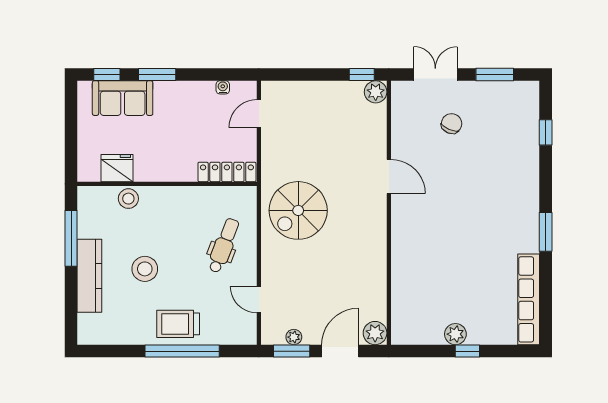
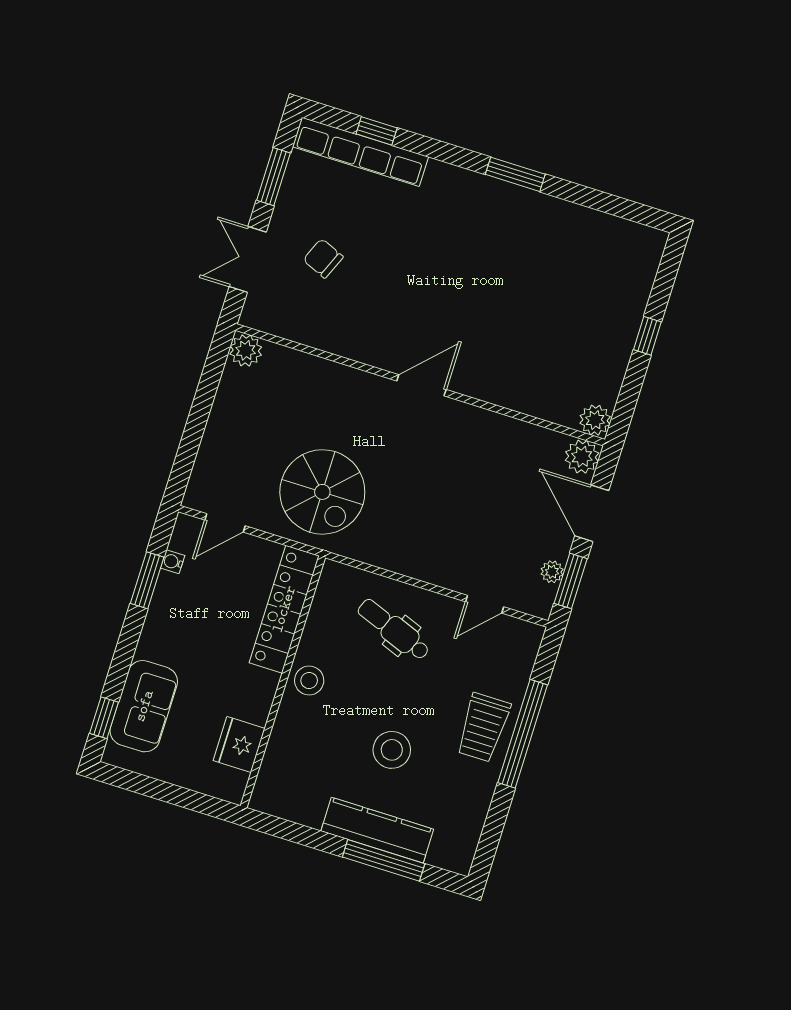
window: (157, 75) -> (147, 580), moved
window: (362, 75) -> (215, 362), removed
door: (259, 114) -> (225, 523), hinge flipped
locker: (227, 172) -> (284, 609), width x1.41, depth x1.21
door: (389, 177) -> (421, 385), moved
stool: (128, 199) -> (309, 681), moved
spiral stairs: (298, 210) -> (322, 492), moved
window: (71, 238) -> (384, 860), moved
row of seats: (529, 299) -> (360, 152), moved
plant: (455, 334) -> (595, 420), moved

